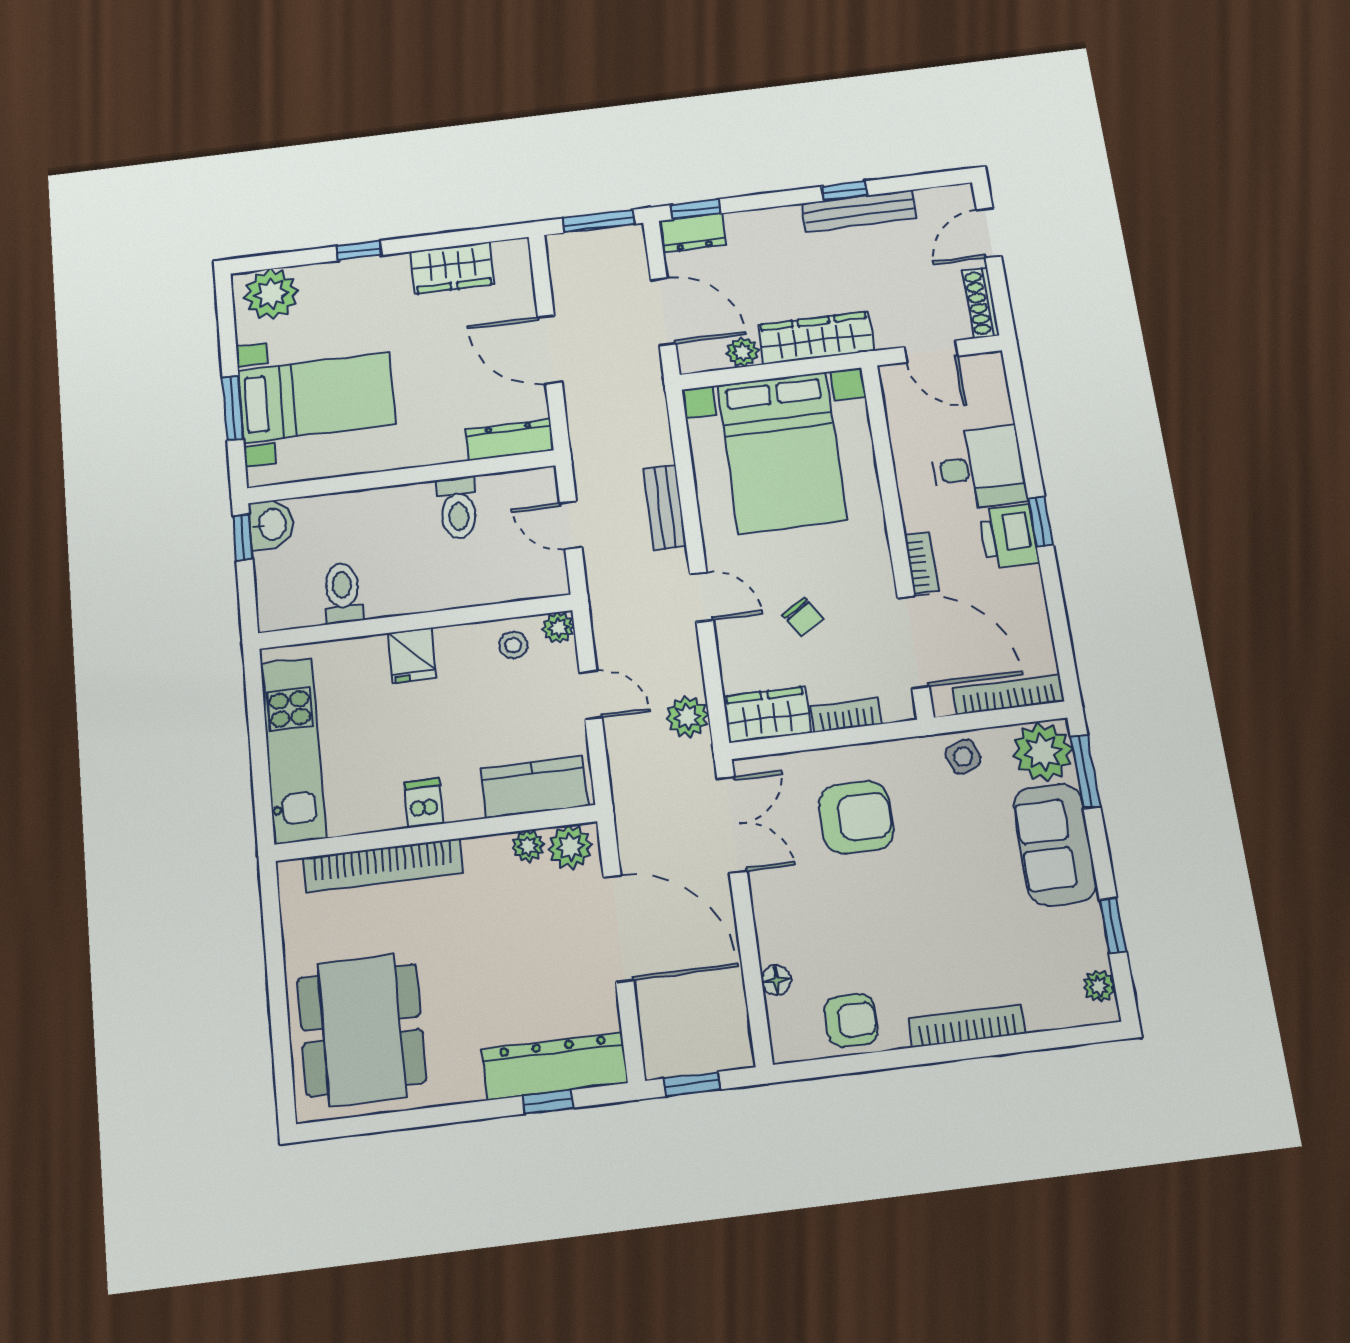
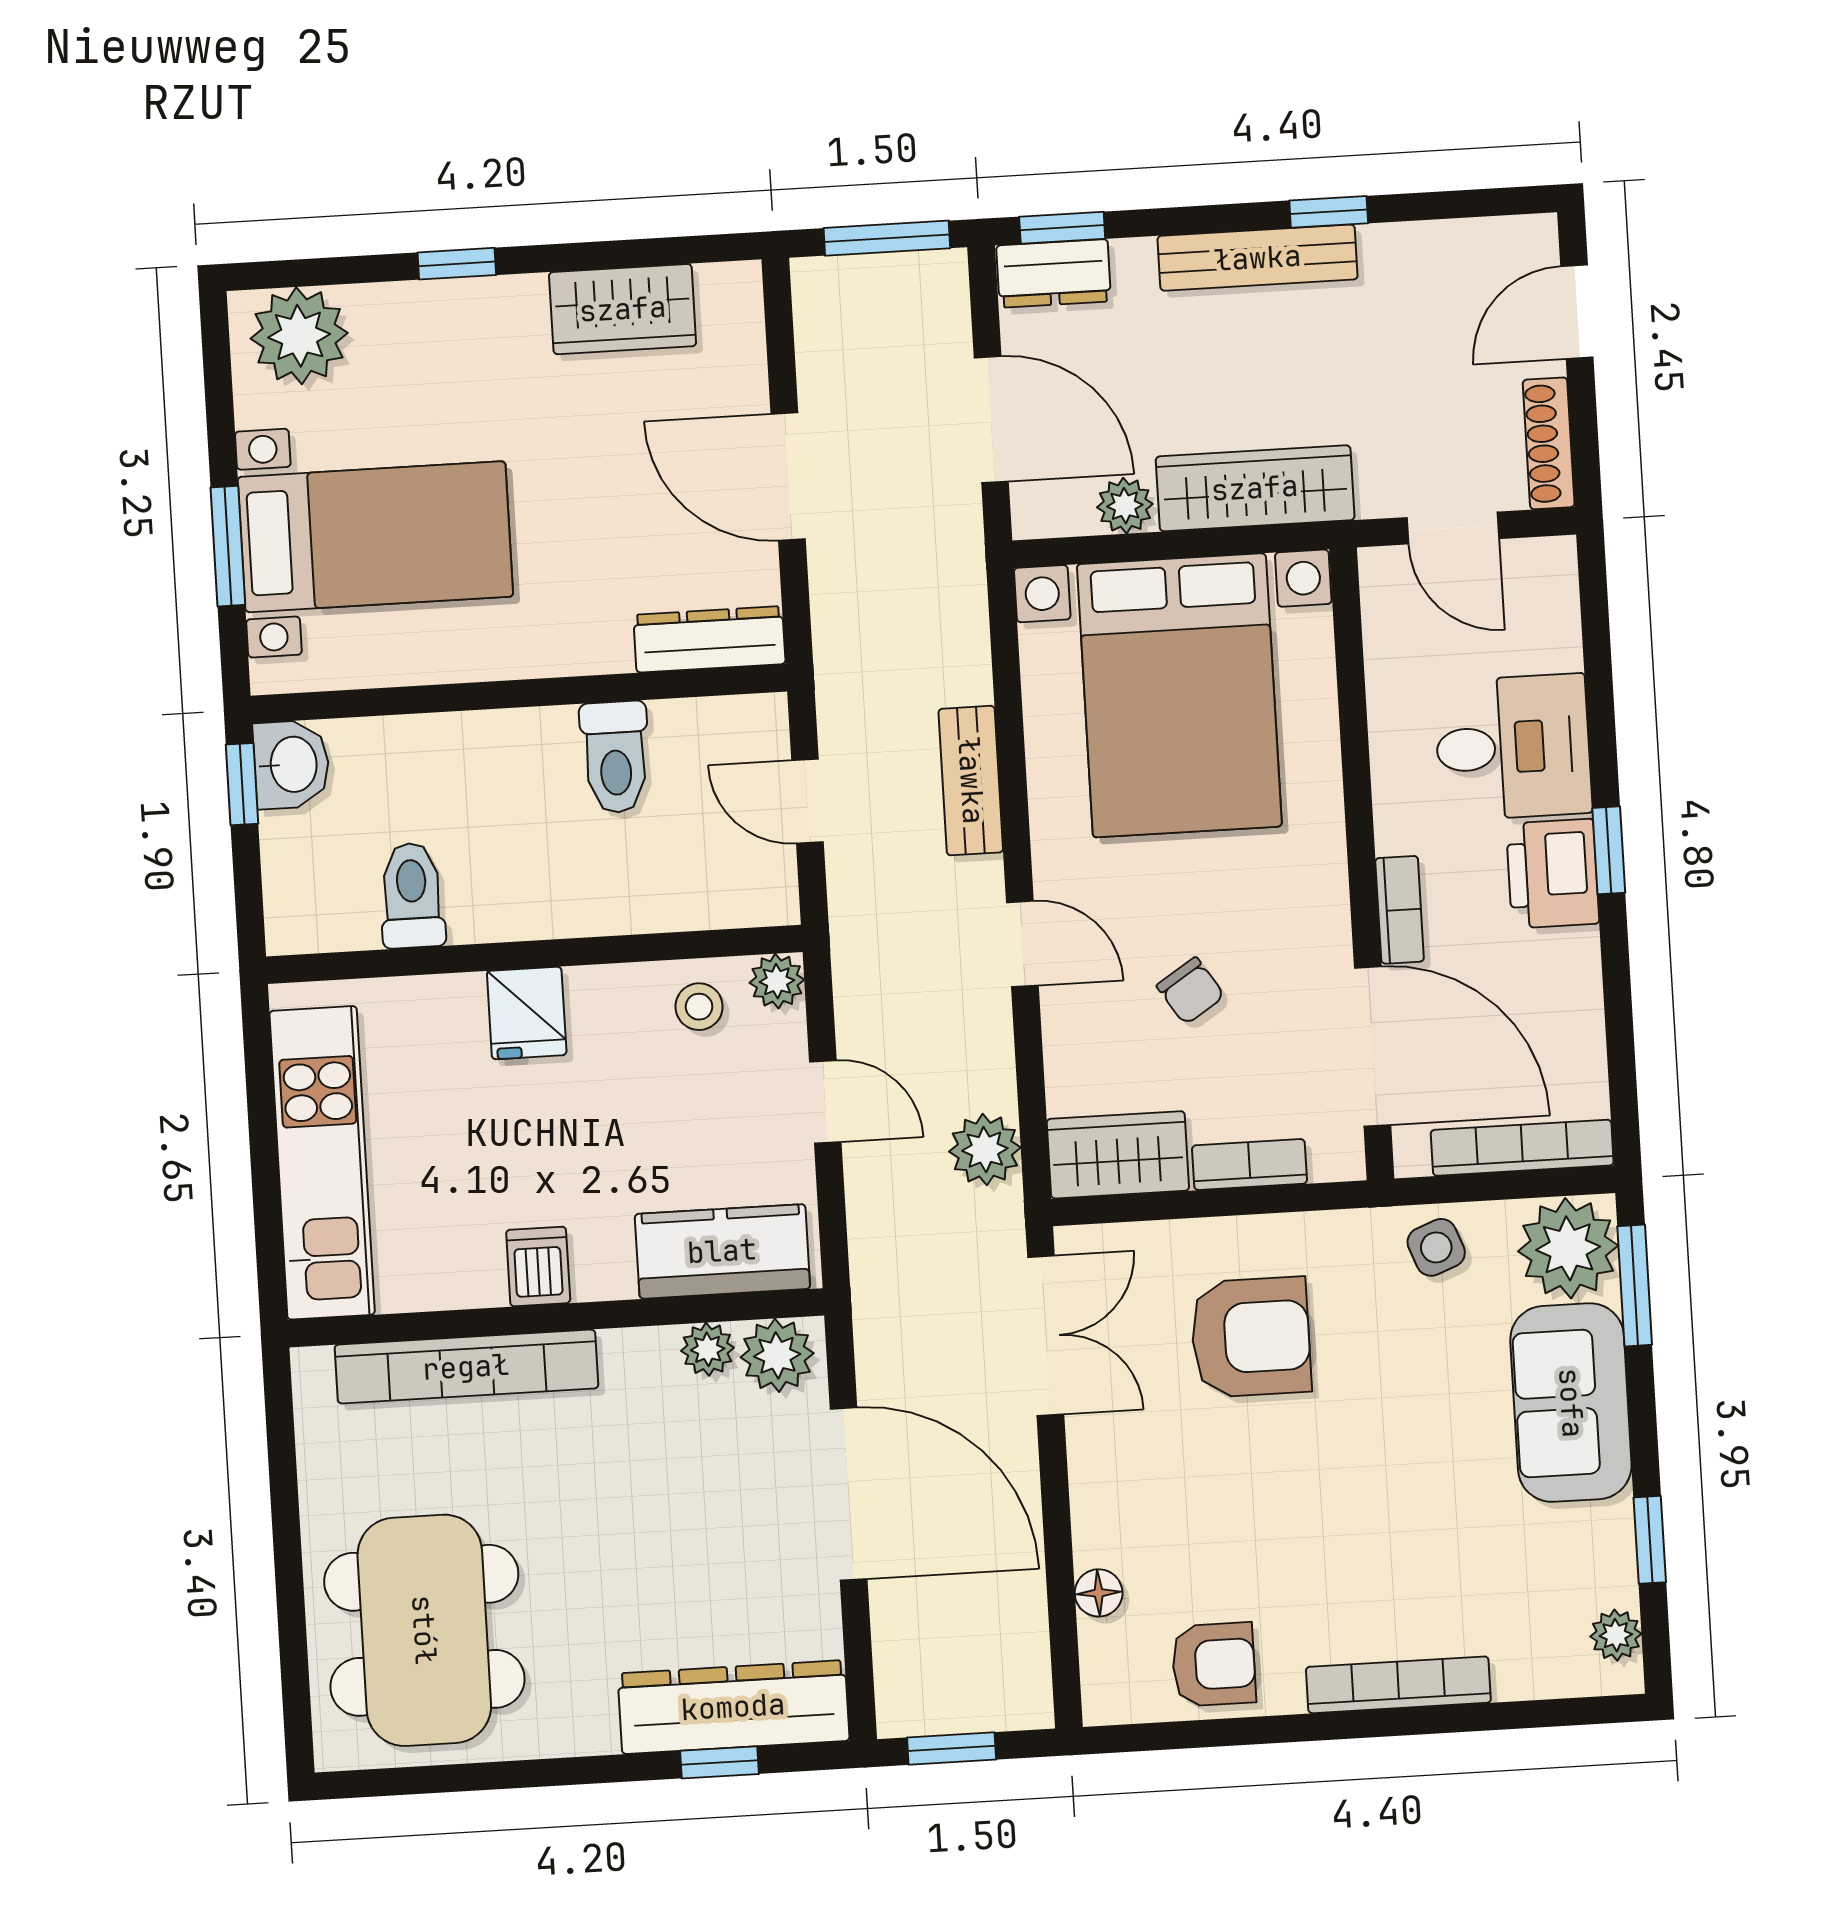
bench: (859, 211) -> (1258, 258), moved

